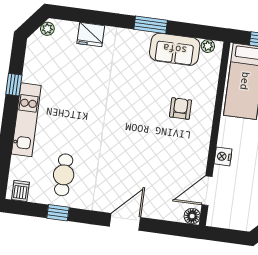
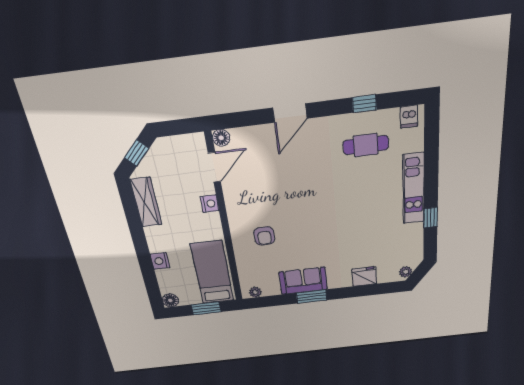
sofa: (175, 49) -> (303, 281), moved
cafe table: (64, 175) -> (366, 145), turned 90

